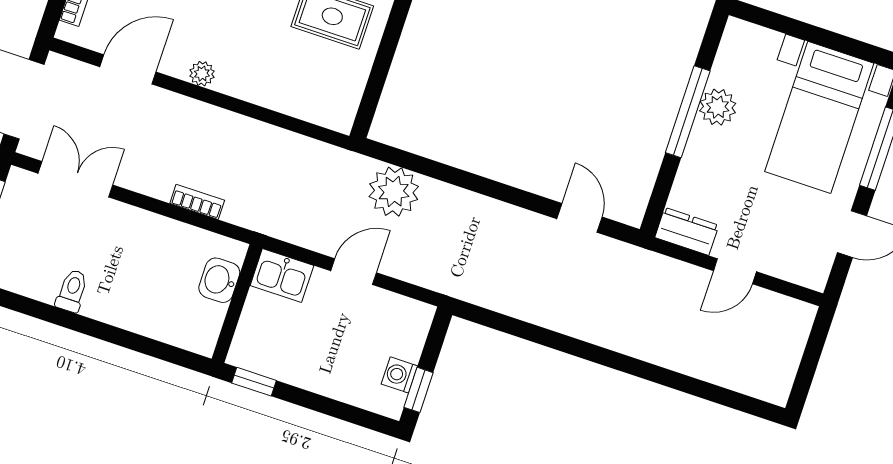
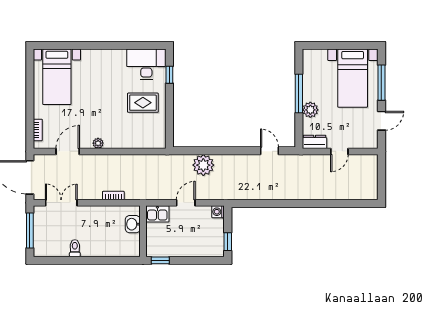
plant: (718, 107) -> (310, 110), moved
plant: (394, 192) -> (203, 165), moved
washing machine: (399, 375) -> (218, 212), moved

